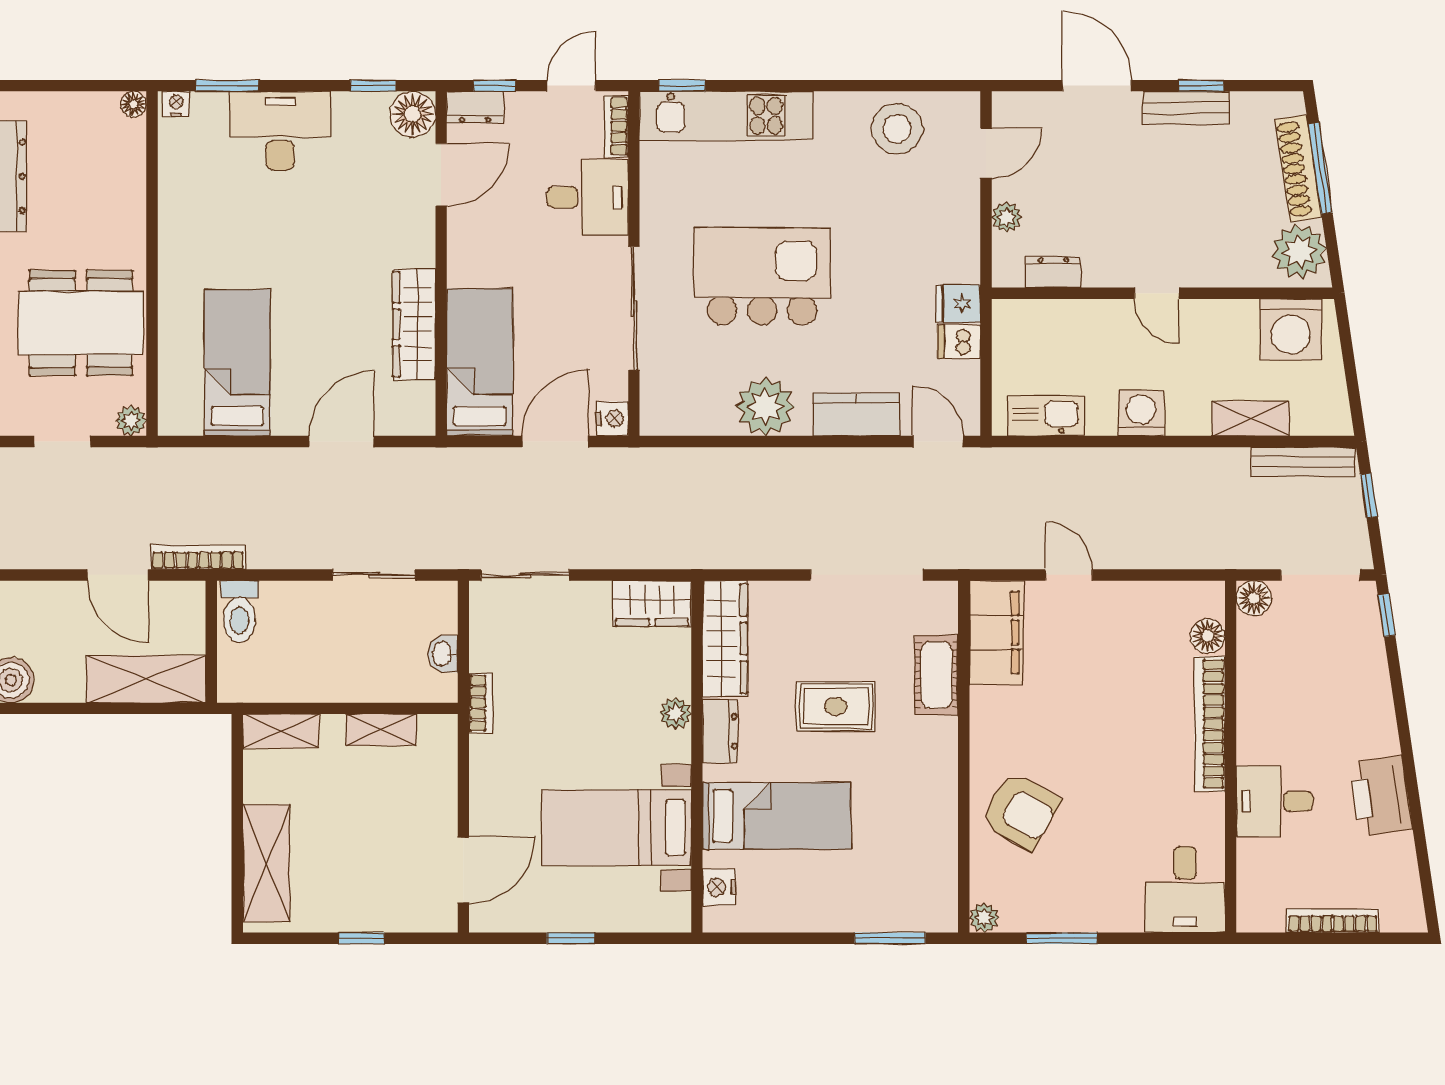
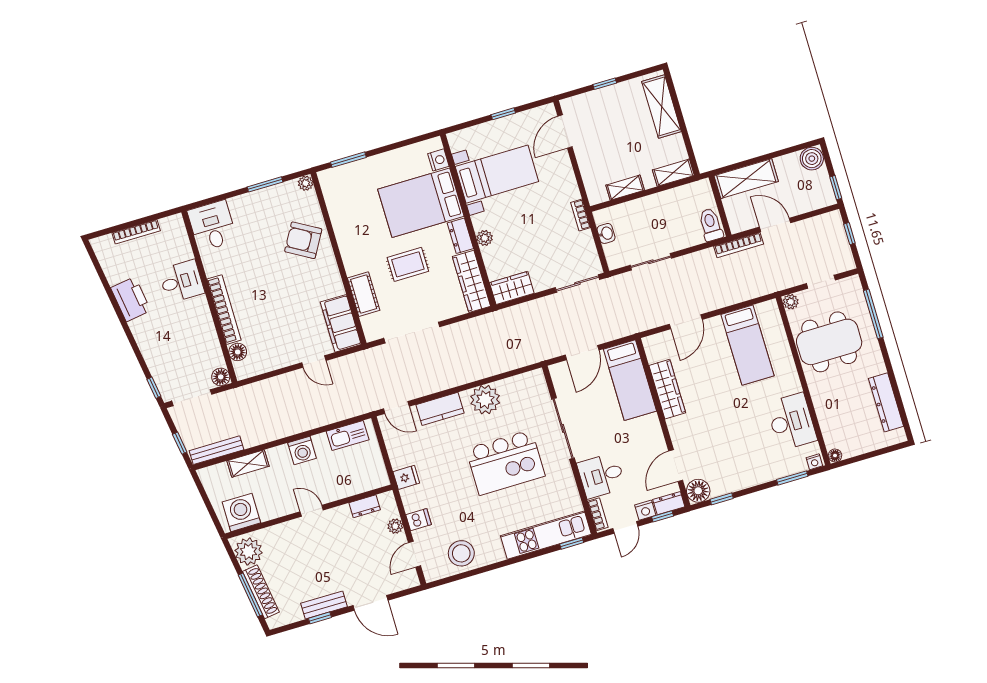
desk: (280, 131) -> (791, 422), moved, turned -90
dishwasher: (959, 342) -> (419, 520), moved
nightstand: (612, 419) -> (645, 510), moved, turned -90
bed: (777, 816) -> (421, 203), width x1.50

